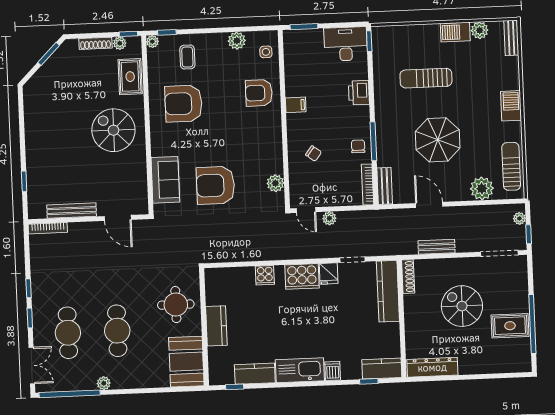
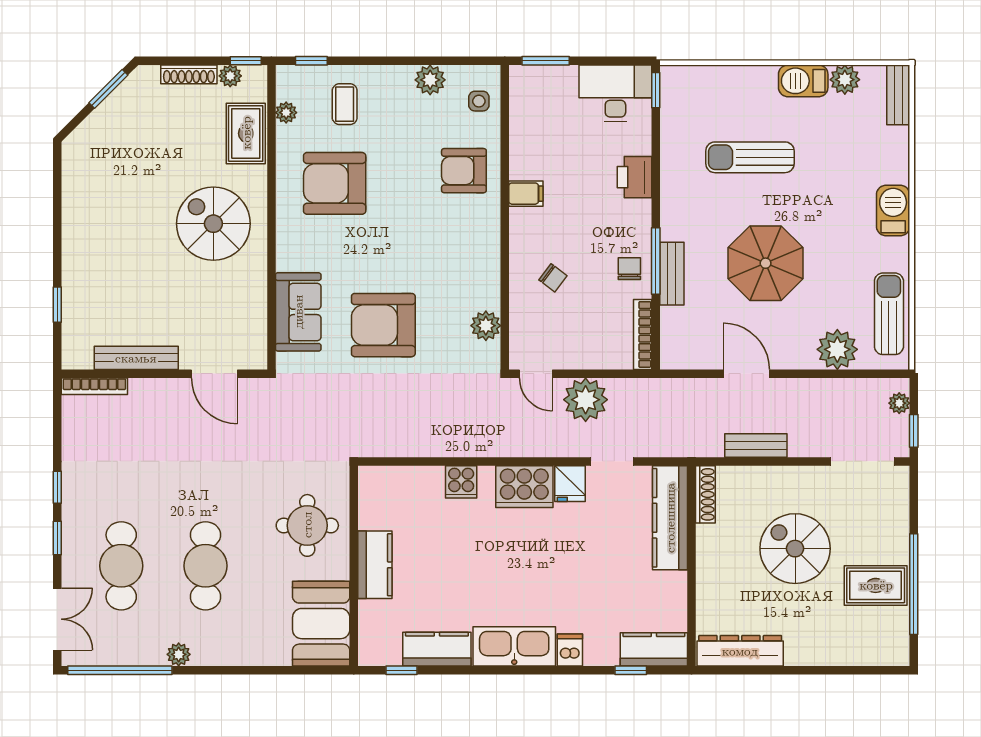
plant: (152, 42) -> (286, 113), moved
bench: (385, 186) -> (672, 274), moved
plant: (329, 218) -> (586, 400), width x1.87, depth x1.87

